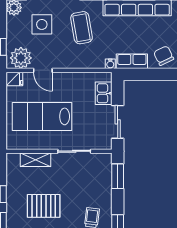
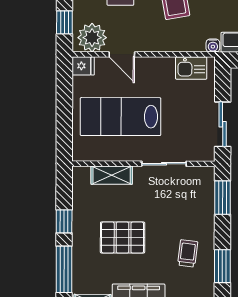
kitchen sink: (104, 93) -> (191, 68), moved, turned -90

